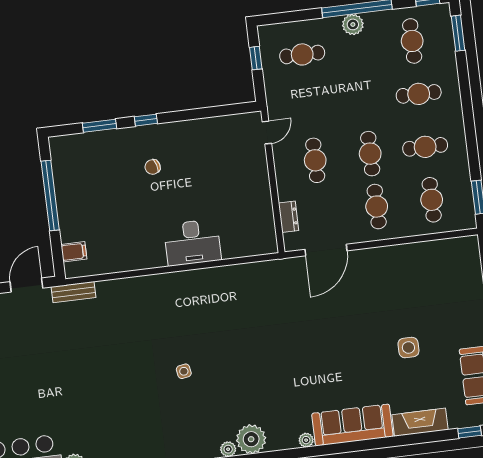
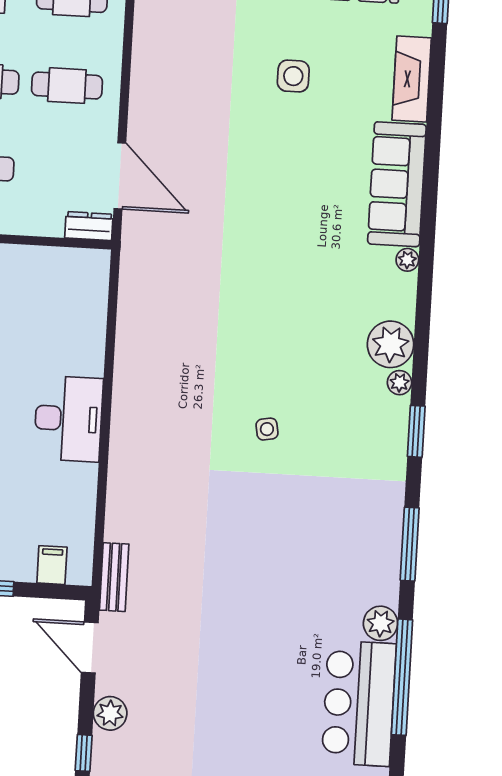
dresser: (289, 217) -> (89, 226), moved
desk: (192, 242) -> (68, 419), moved

